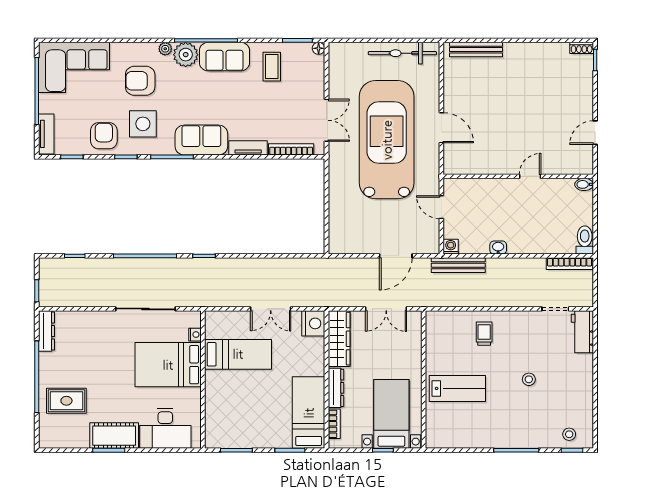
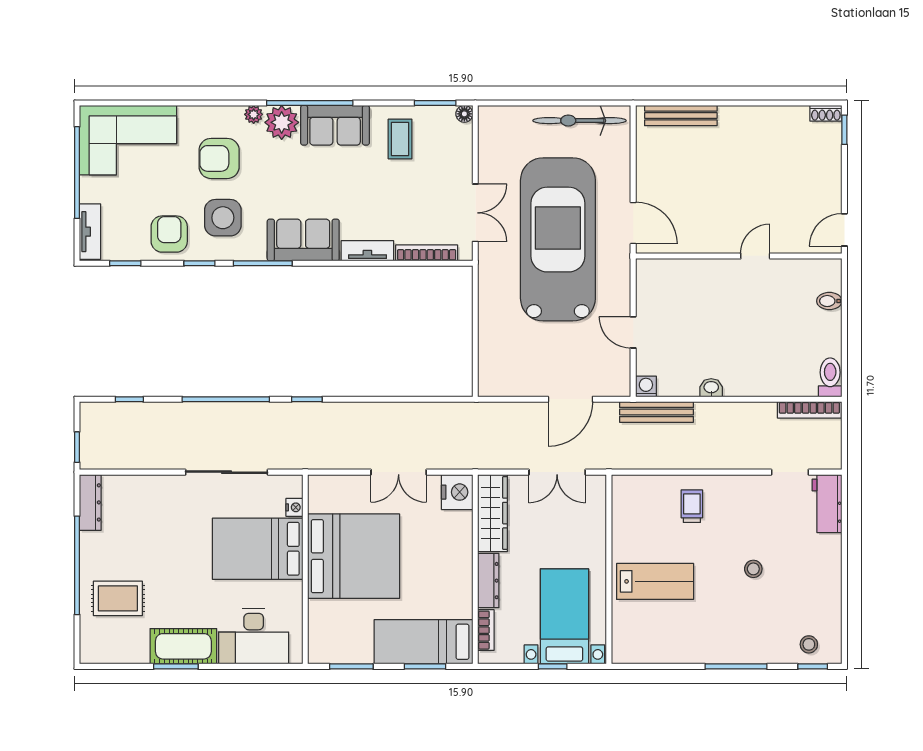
wall: (518, 176) -> (739, 256), moved
door: (530, 176) -> (755, 256), moved
bed: (238, 354) -> (354, 556), width x2.04
bed: (309, 413) -> (424, 642), moved, turned -90

